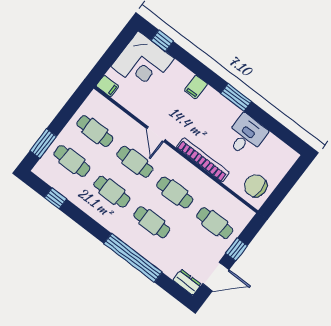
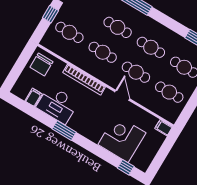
corner desk: (142, 62) -> (122, 139), moved
filing cabinet: (196, 87) -> (34, 97), moved
desk: (246, 135) -> (57, 105), width x1.37
chair: (256, 186) -> (41, 64), turned 90

